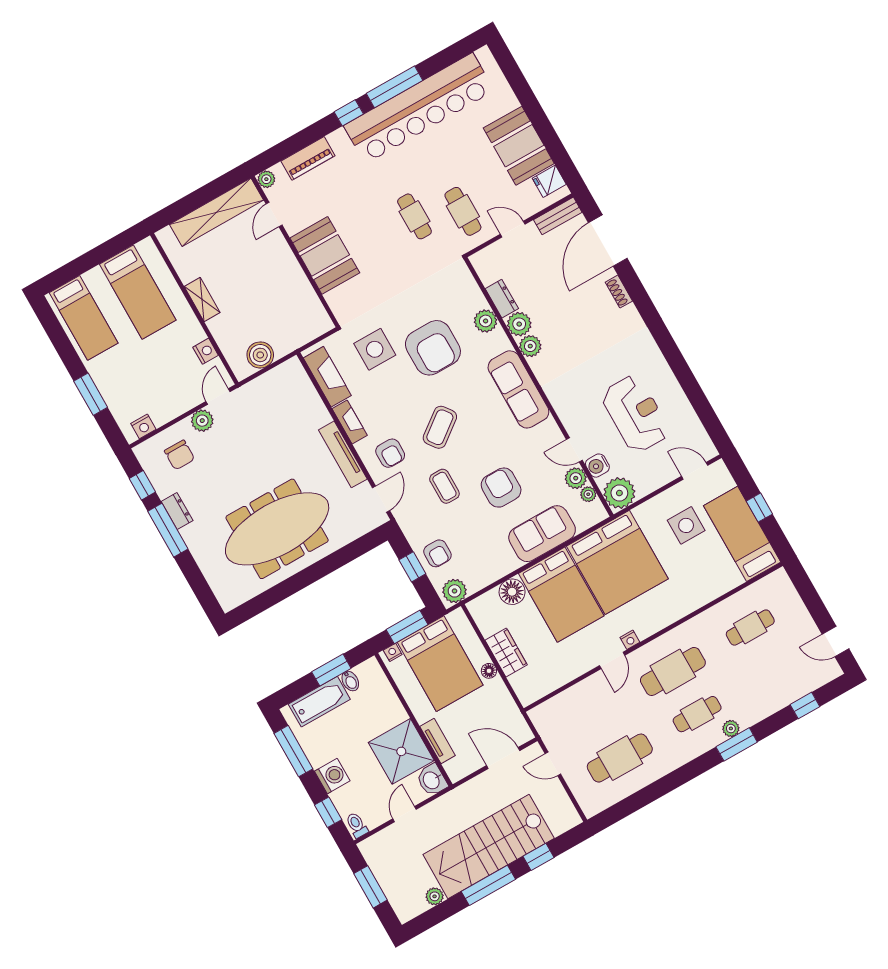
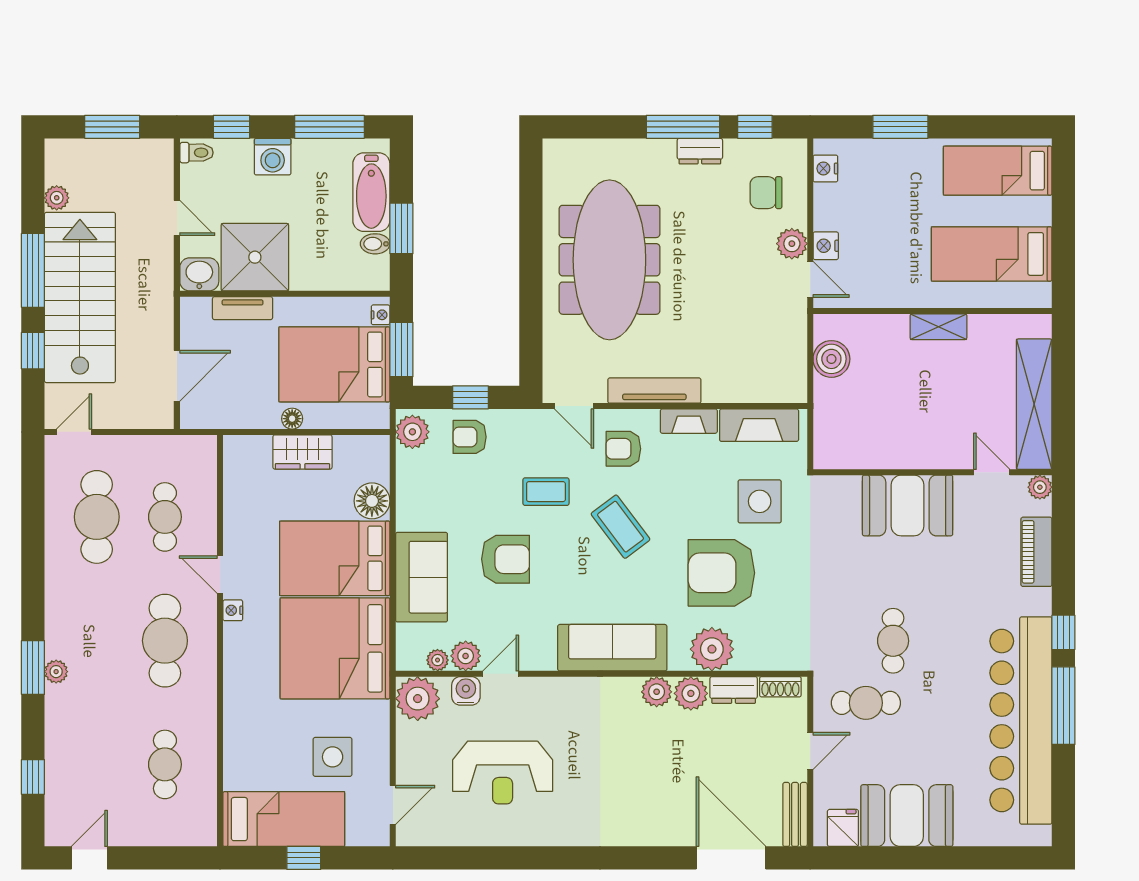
cafe table: (414, 216) -> (893, 641), turned 90
shoe rack: (619, 292) -> (780, 687), moved, turned 180
plant: (486, 321) -> (712, 649), width x1.36, depth x1.36
nightstand: (206, 351) -> (826, 246), moved, turned 90
cafe table: (697, 714) -> (165, 517), moved
door: (553, 764) -> (74, 432), moved

